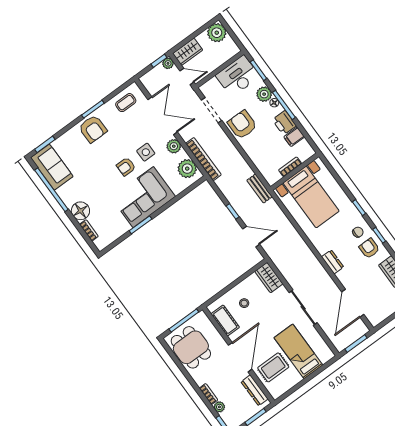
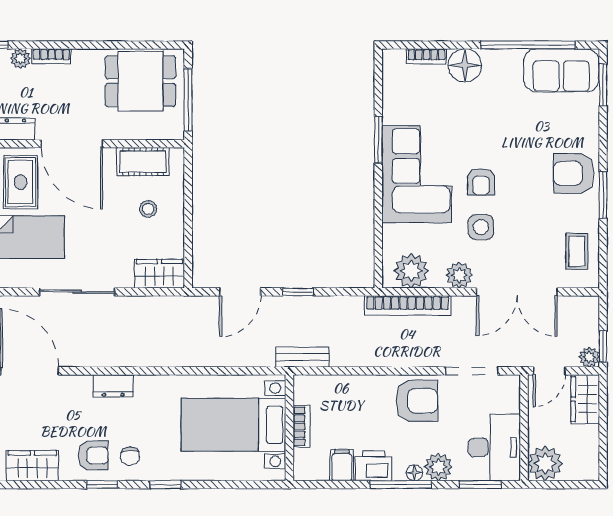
plant: (217, 33) -> (545, 463), moved
armchair: (126, 167) -> (481, 182), turned 180

